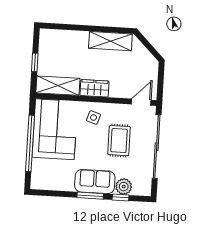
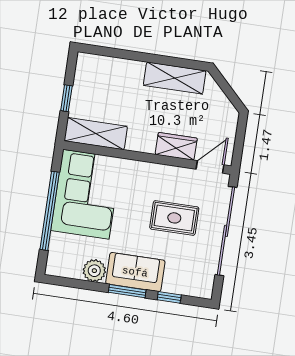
wardrobe: (94, 88) -> (176, 146), moved
side table: (94, 118) -> (142, 183), removed
rug: (119, 141) -> (174, 218), turned 90
plant: (124, 187) -> (94, 271), moved

